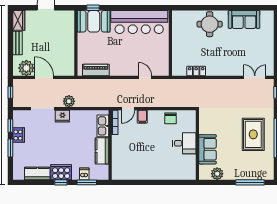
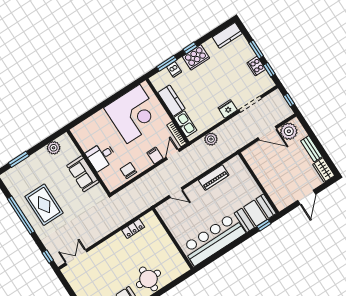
piano: (96, 70) -> (214, 178), moved
double door: (255, 77) -> (76, 257), swing flipped
plant: (69, 101) -> (211, 139), moved
sofa: (208, 149) -> (83, 174), moved
corner desk: (138, 160) -> (133, 114), added
kitchen counter: (37, 173) -> (227, 35), moved
window: (250, 182) -> (19, 159), width x0.69

